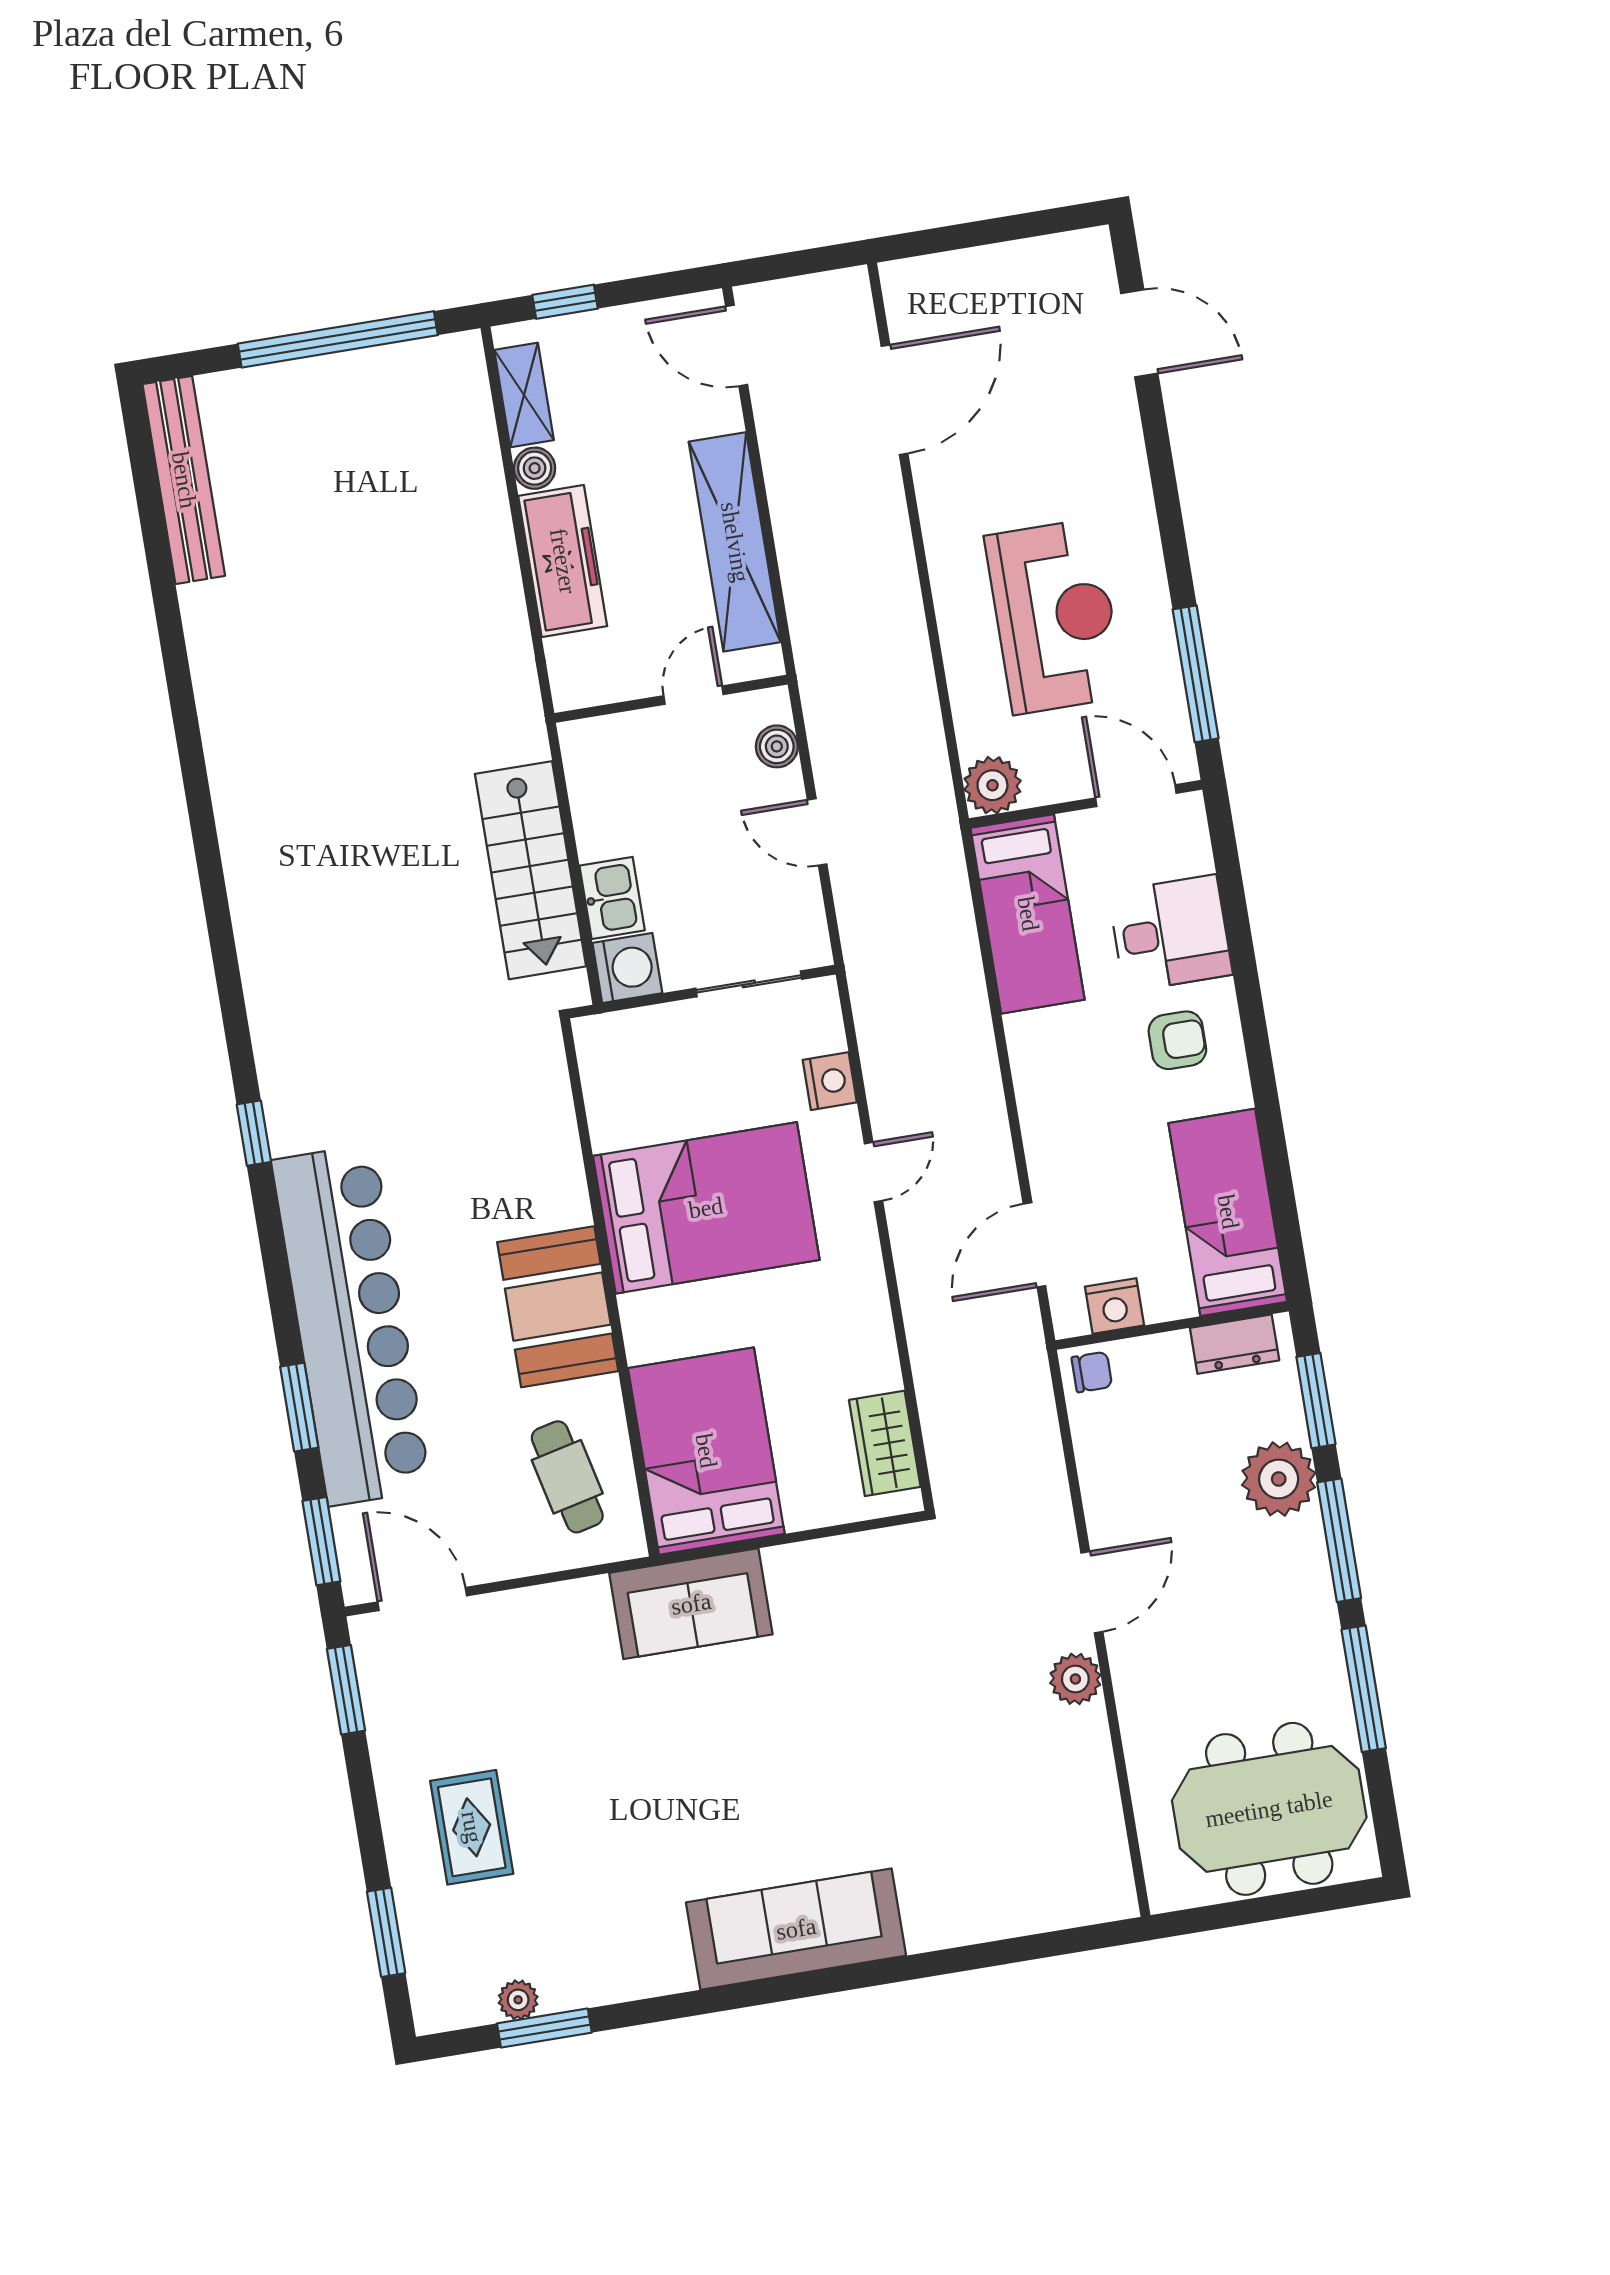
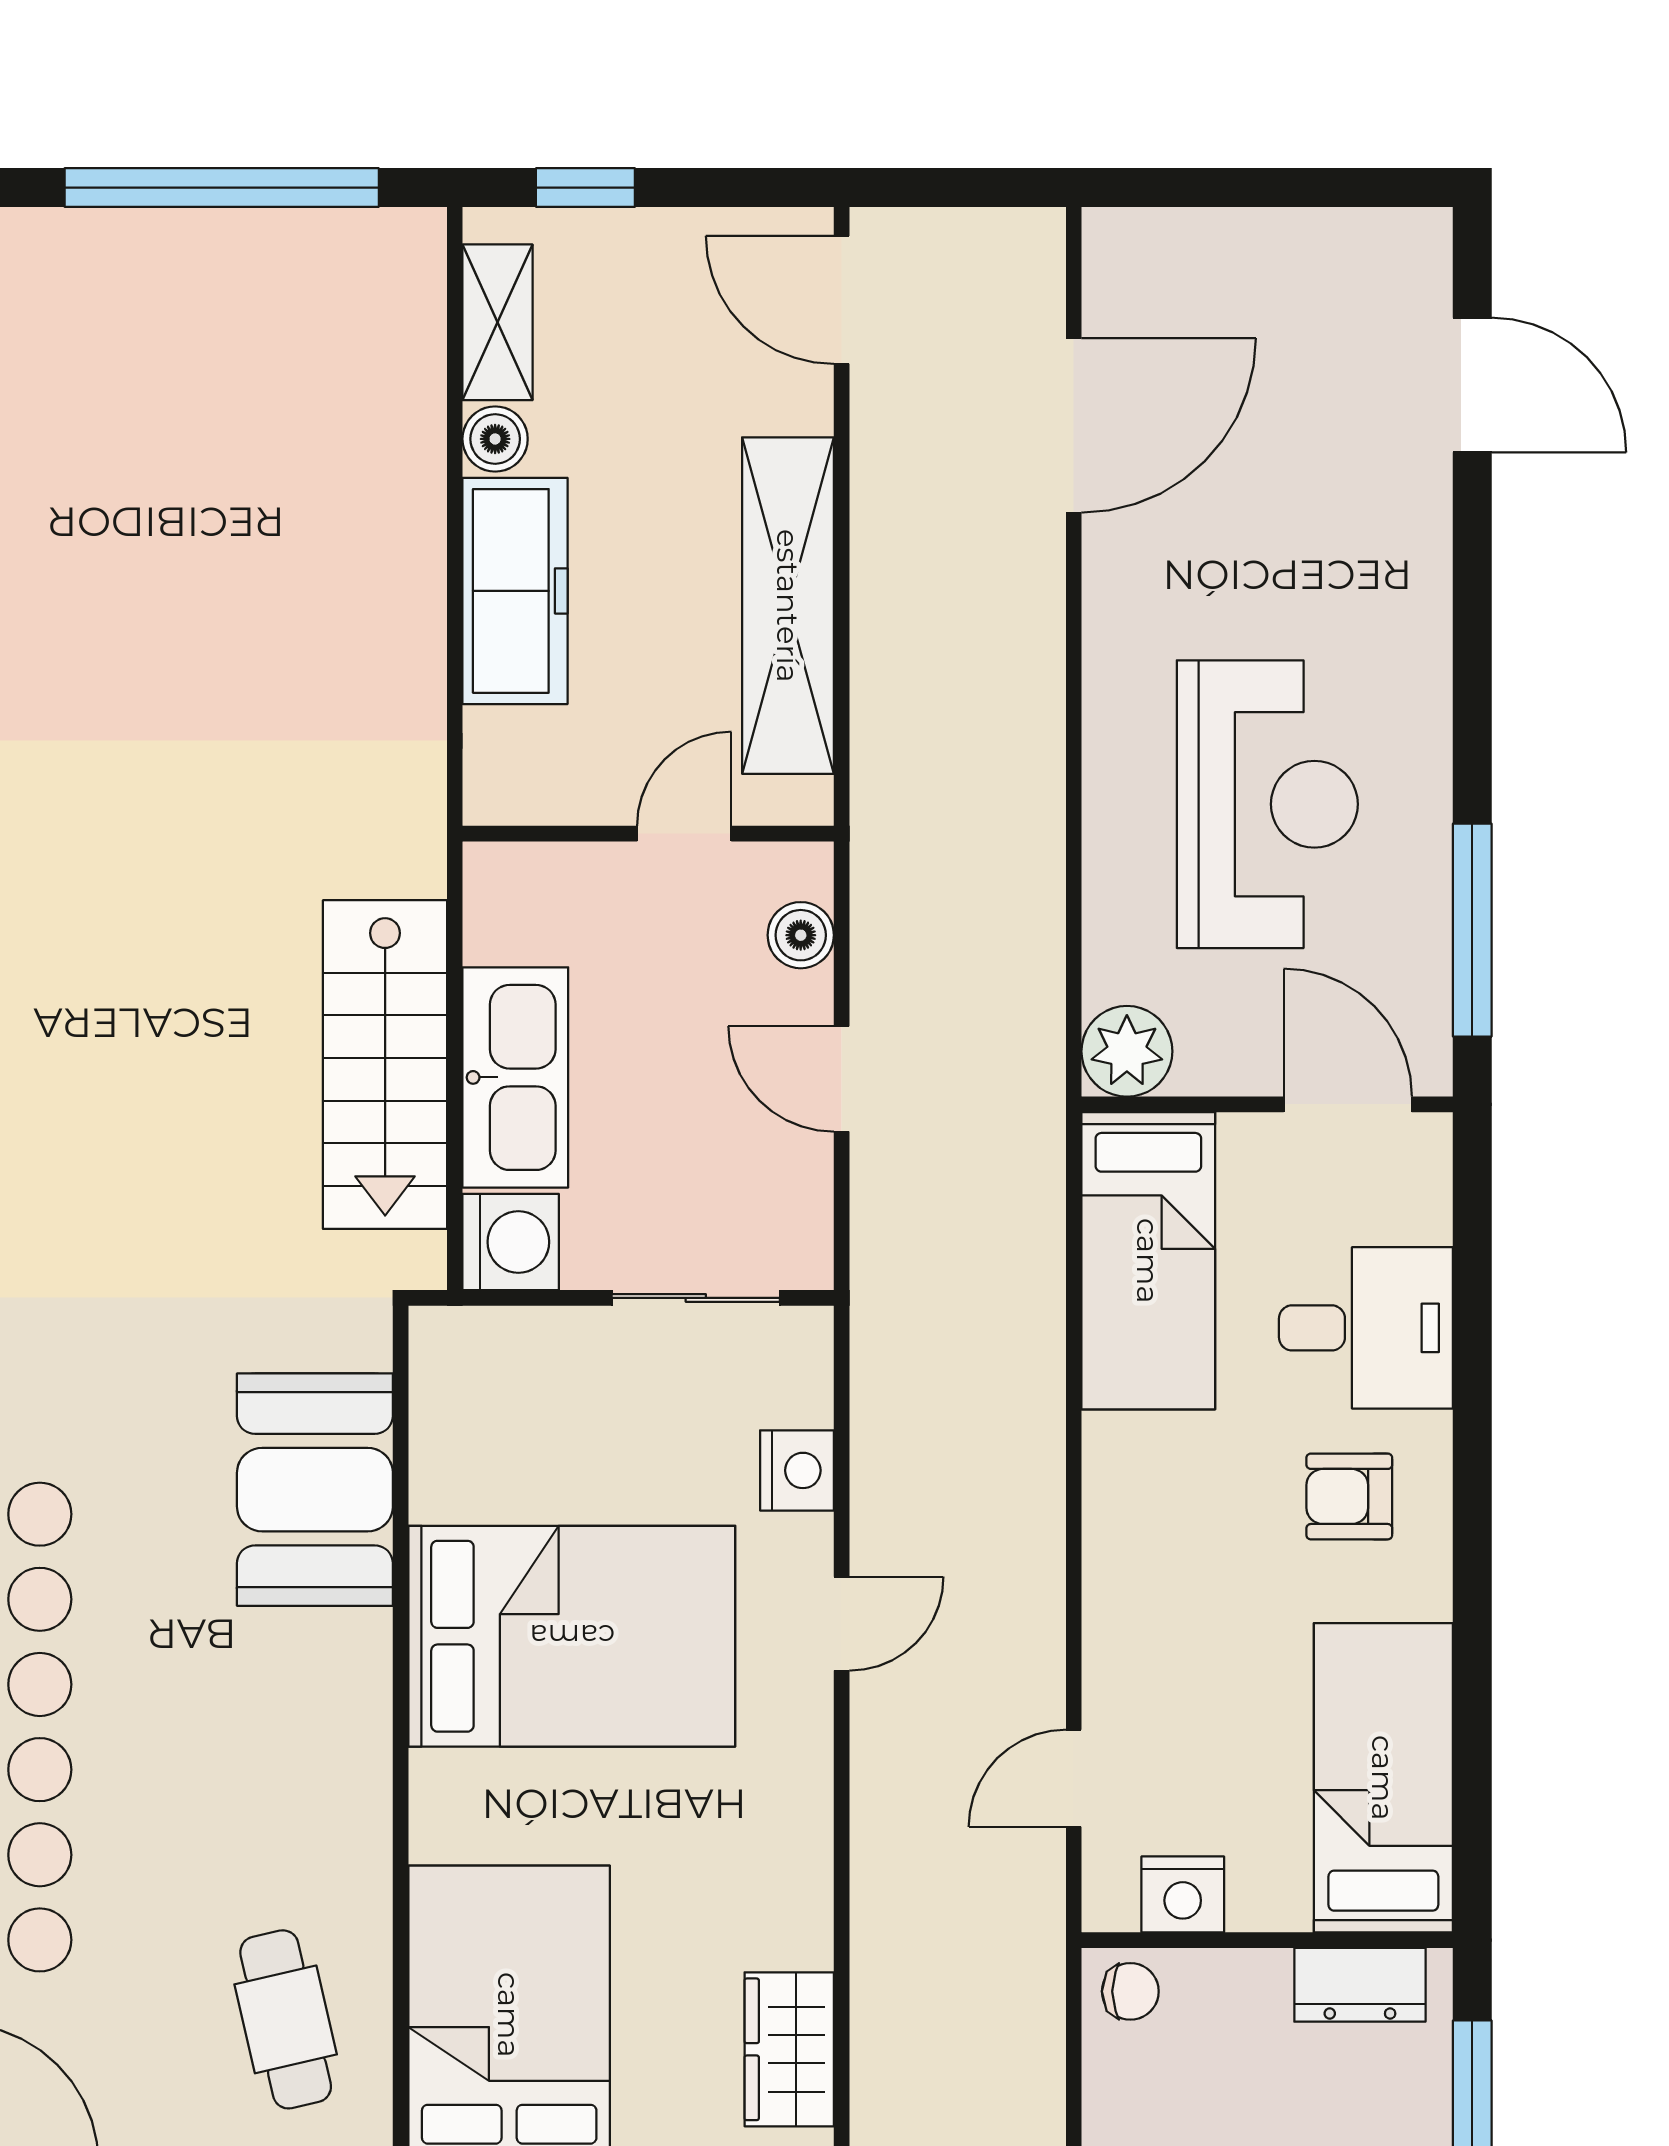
kitchen sink: (612, 898) -> (515, 1077), width x1.87, depth x1.24
armchair: (1177, 1040) -> (1349, 1496), turned 180
door: (1034, 1245) -> (1074, 1778), width x0.73
booth: (558, 1307) -> (315, 1490), moved

